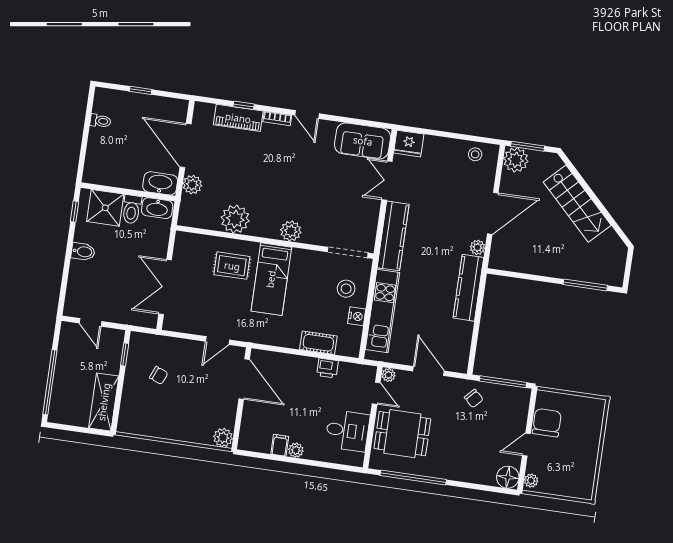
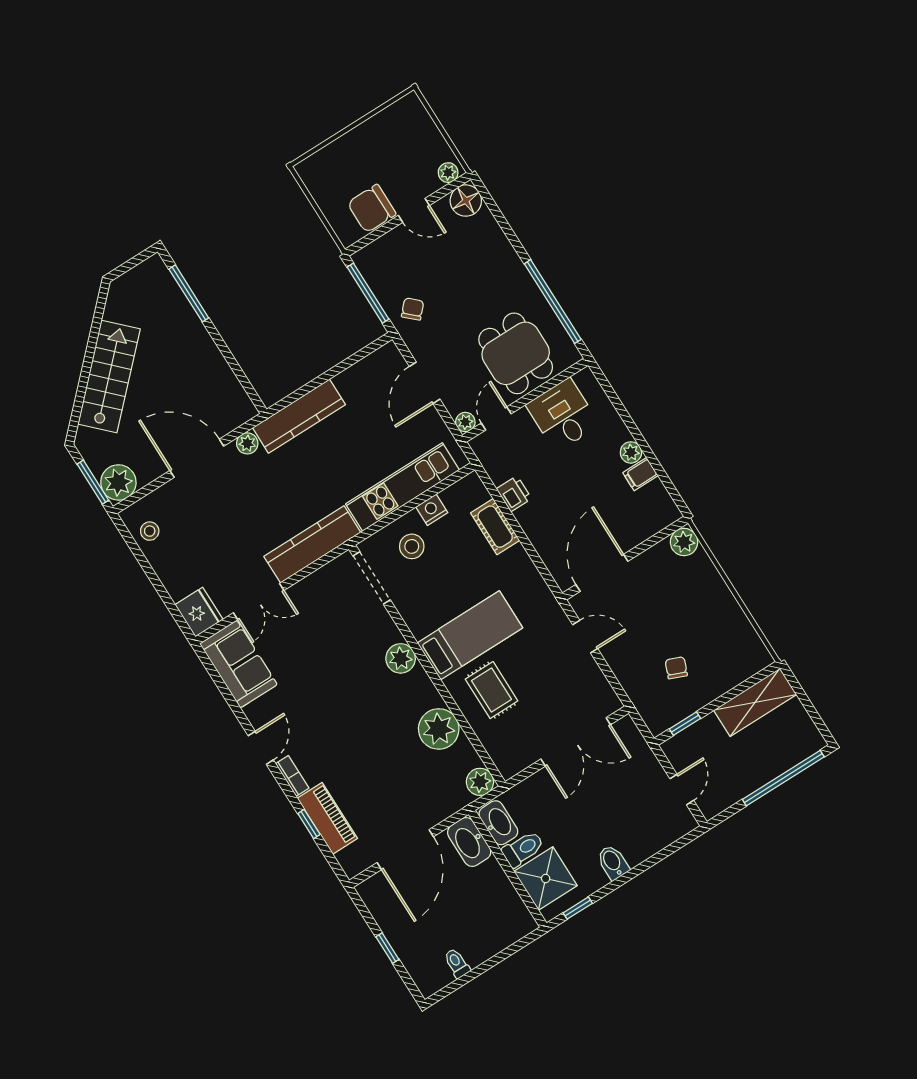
plant: (192, 185) -> (480, 782), moved

